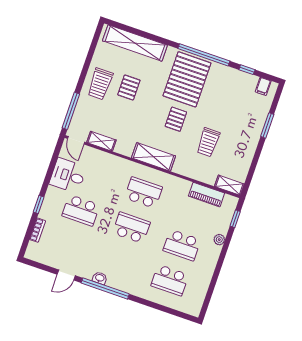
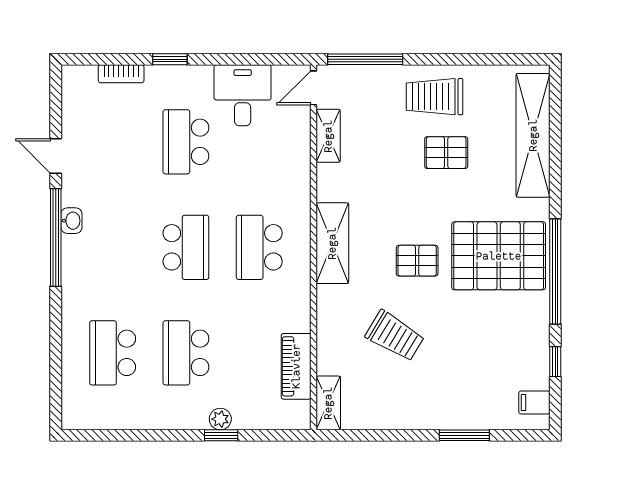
trolley: (208, 142) -> (395, 336), turned -149
school desk: (143, 193) -> (259, 247), turned 180
window: (235, 219) -> (221, 435), moved

